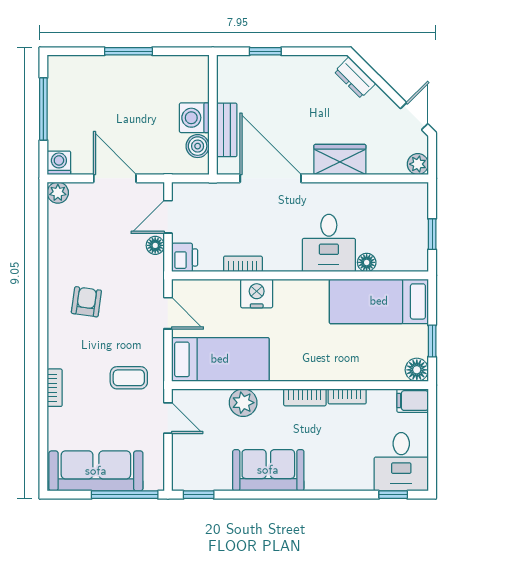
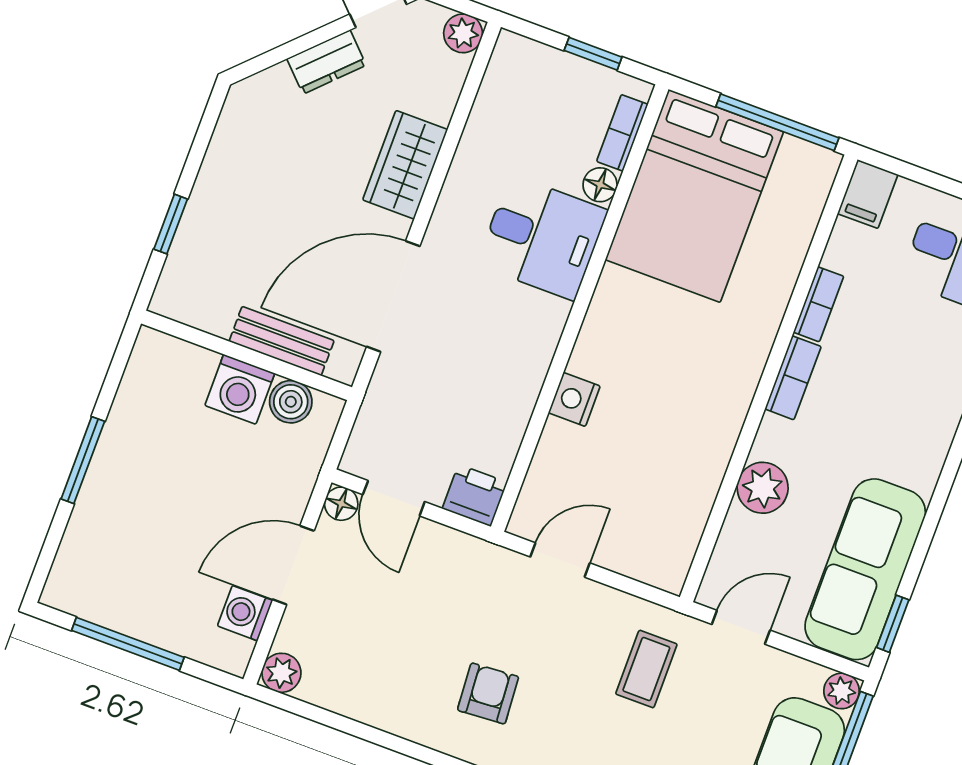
dresser: (355, 78) -> (326, 62), moved
washing machine: (59, 163) -> (245, 613), moved
floor lamp: (155, 245) -> (341, 504), moved
bookcase: (243, 264) -> (622, 133), moved
nightstand: (257, 293) -> (574, 399), width x0.74, depth x0.75
bed: (379, 301) -> (694, 196), width x1.50
armchair: (86, 302) -> (488, 693), turned 78
window: (432, 341) -> (777, 122), width x2.17
bed: (220, 359) -> (673, 499), removed
floor lamp: (417, 370) -> (817, 167), removed
sofa: (268, 470) -> (865, 569), moved, width x1.36
plant: (155, 481) -> (841, 691), added

